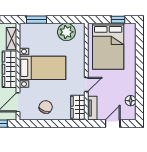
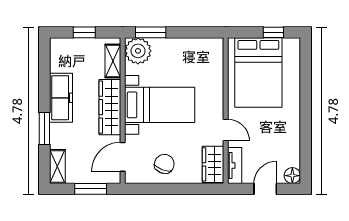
plant: (66, 32) -> (138, 51), moved
door: (86, 84) -> (226, 130), hinge flipped
floor lamp: (131, 101) -> (292, 176), moved

